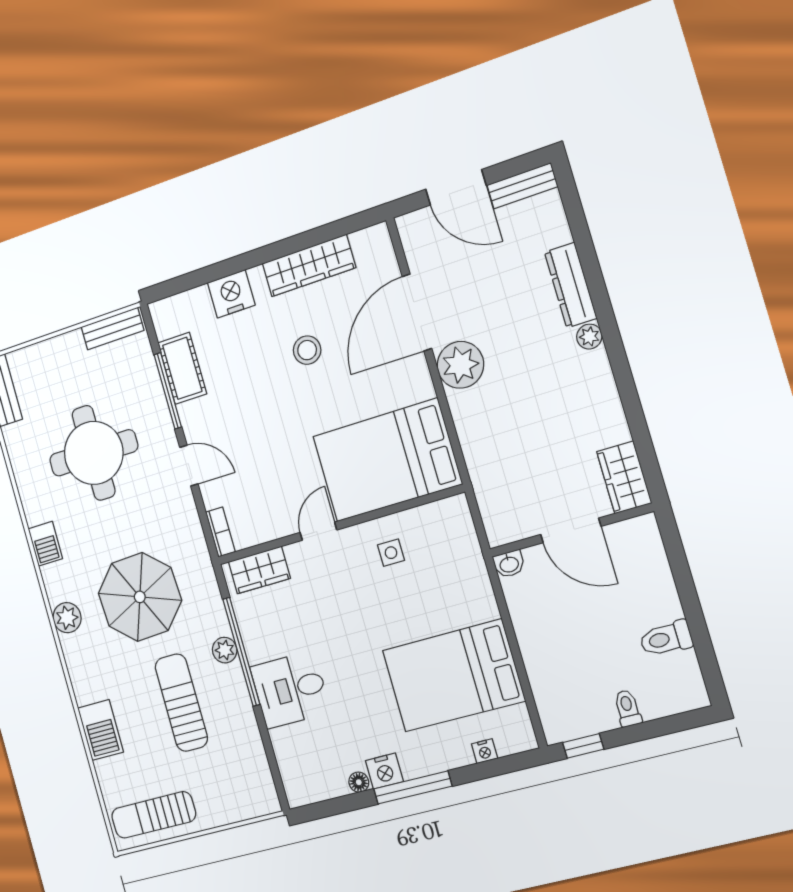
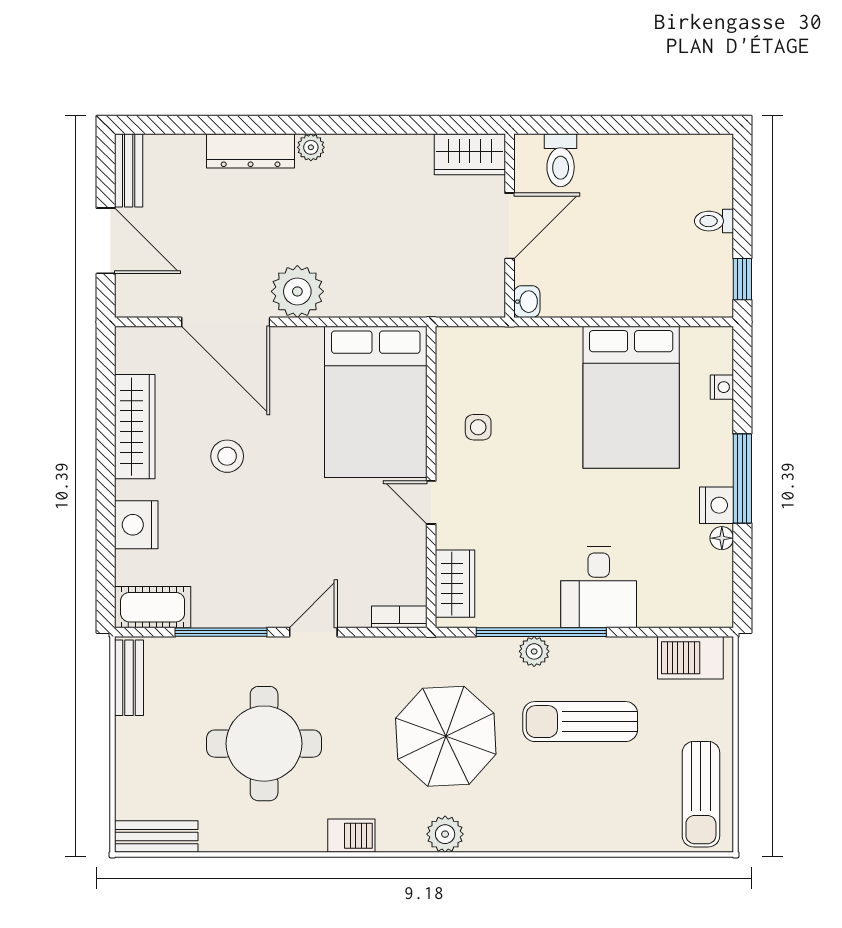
door: (456, 187) -> (106, 241), hinge flipped
cot: (182, 368) -> (153, 607), moved
toilet: (666, 639) -> (561, 160), moved
barbecue: (101, 730) -> (690, 658), moved, turned 180

